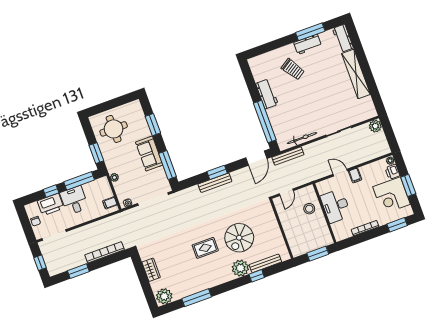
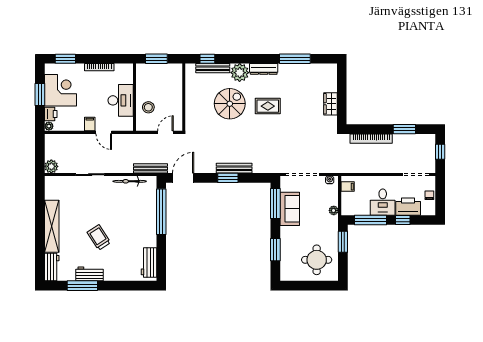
trolley: (293, 69) -> (99, 237), moved
workbench: (267, 94) -> (149, 262), moved
sofa: (149, 154) -> (290, 209), moved
window: (257, 276) -> (207, 59), moved
dresser: (221, 279) -> (264, 69), added
plant: (164, 296) -> (327, 72), removed

